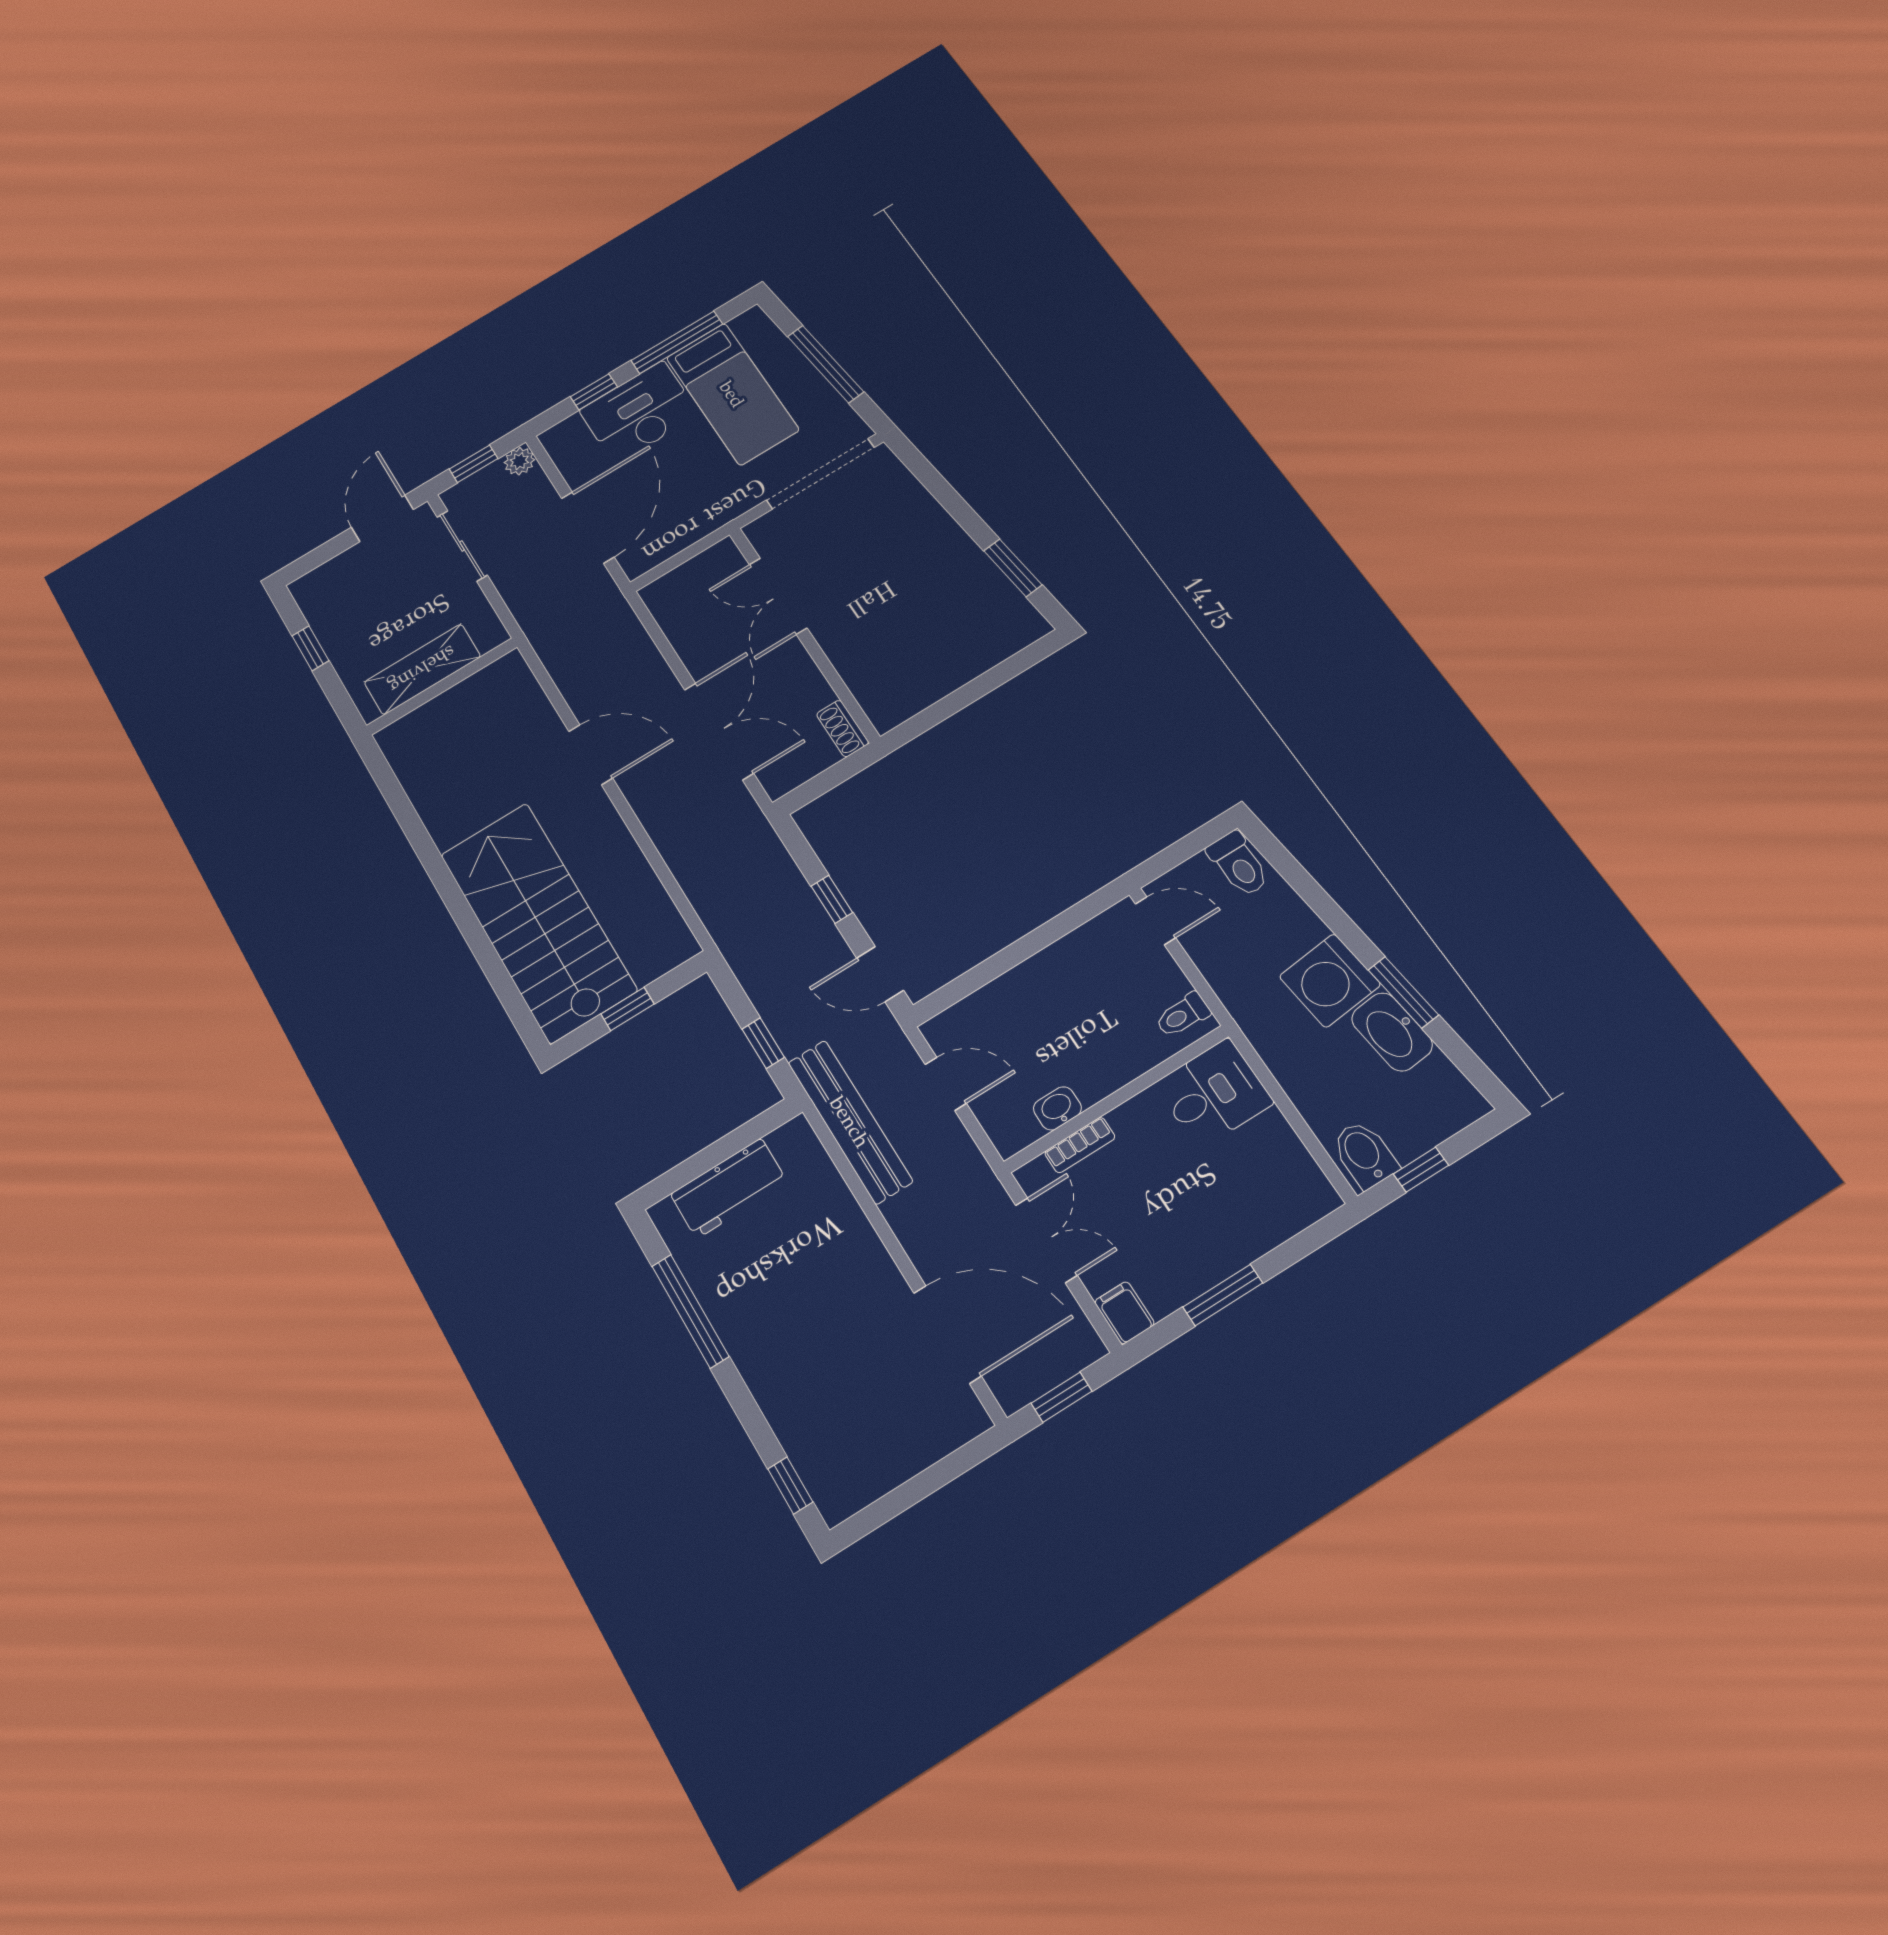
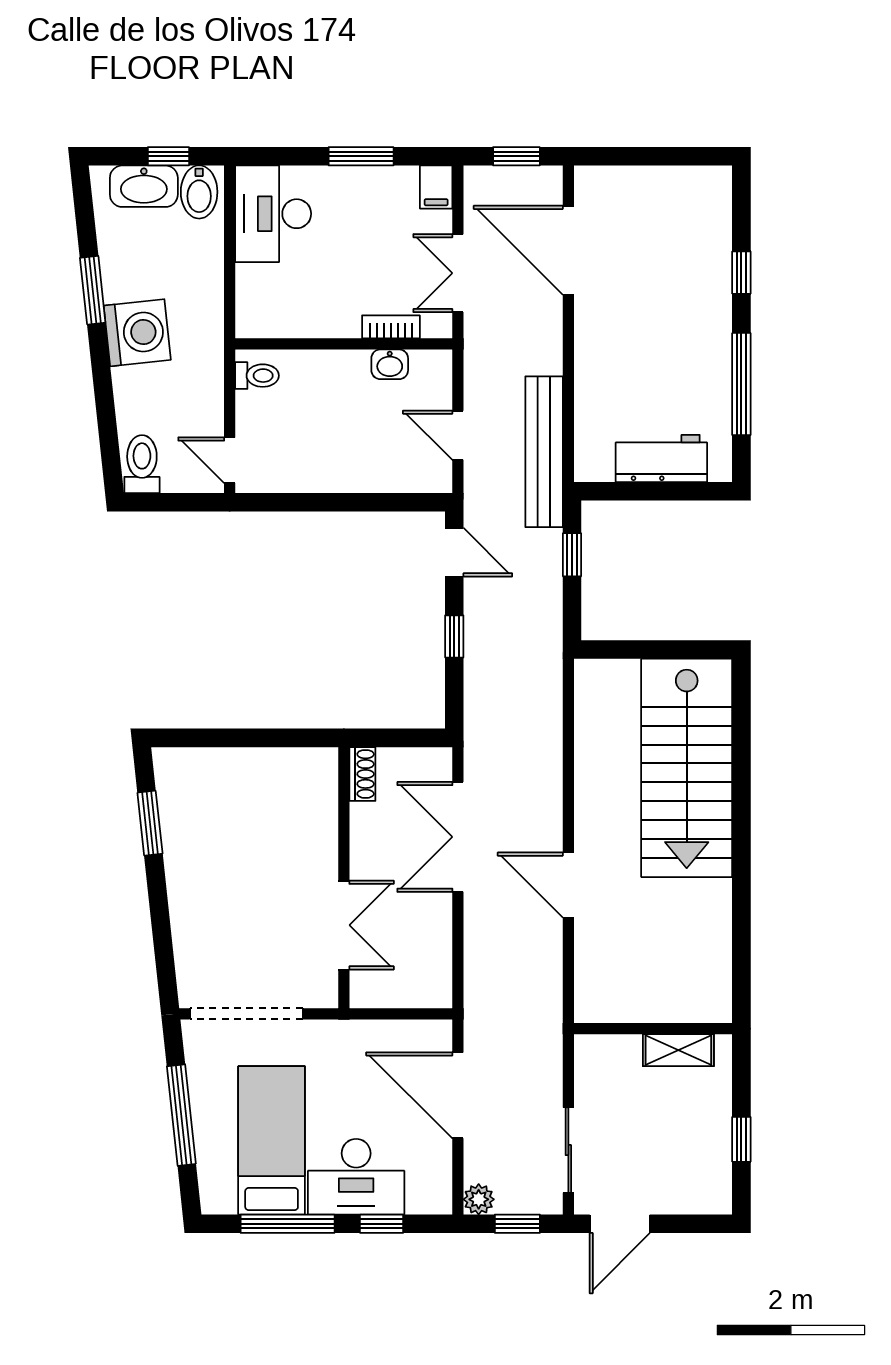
door: (588, 528) -> (458, 1095), hinge flipped
shelving: (422, 669) -> (678, 1050), width x0.67, depth x0.75
window: (627, 1009) -> (658, 650), removed
washbasin: (1392, 1032) -> (144, 186), moved, turned 96
desk: (1214, 1093) -> (273, 214), moved, width x1.37
window: (790, 1485) -> (741, 273), moved

